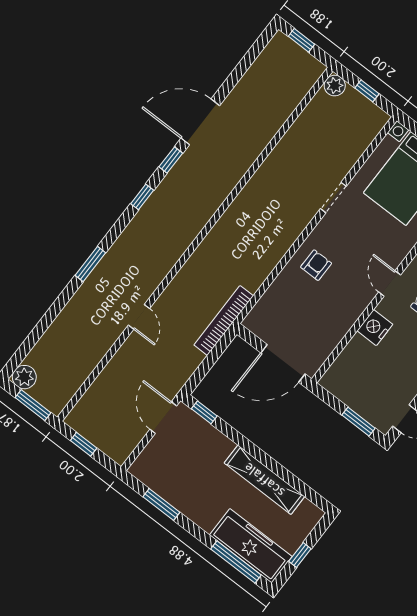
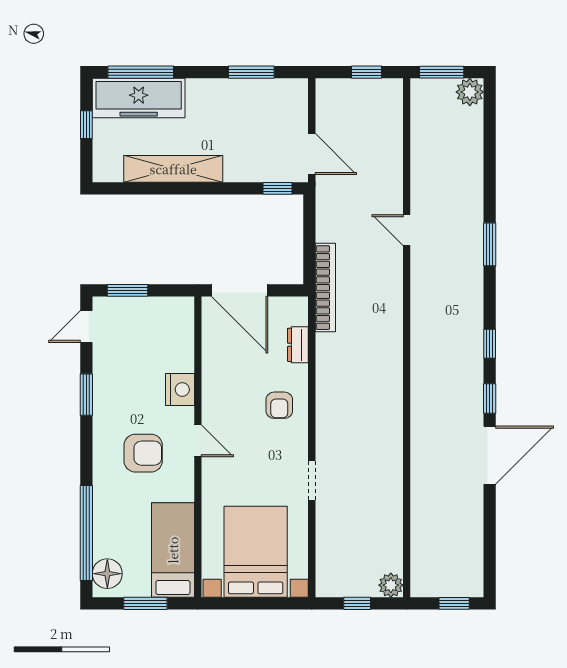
dresser: (272, 296) -> (298, 345), added
door: (283, 363) -> (240, 290), swing flipped

